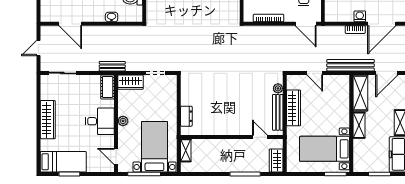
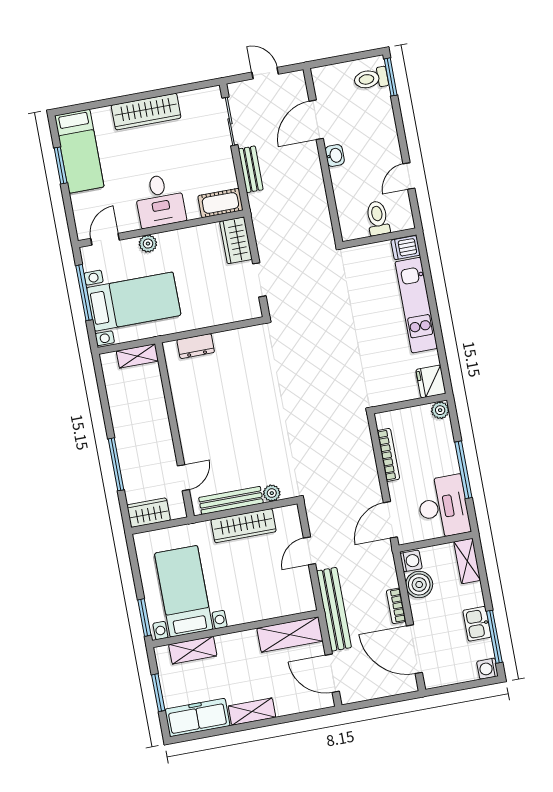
boiler: (345, 14) -> (419, 584), added
washing machine: (360, 16) -> (411, 561), moved
washbasin: (112, 17) -> (335, 155), moved
bench: (112, 66) -> (251, 169), moved
plant: (123, 121) -> (148, 244), moved
shelving: (359, 125) -> (193, 650), moved

